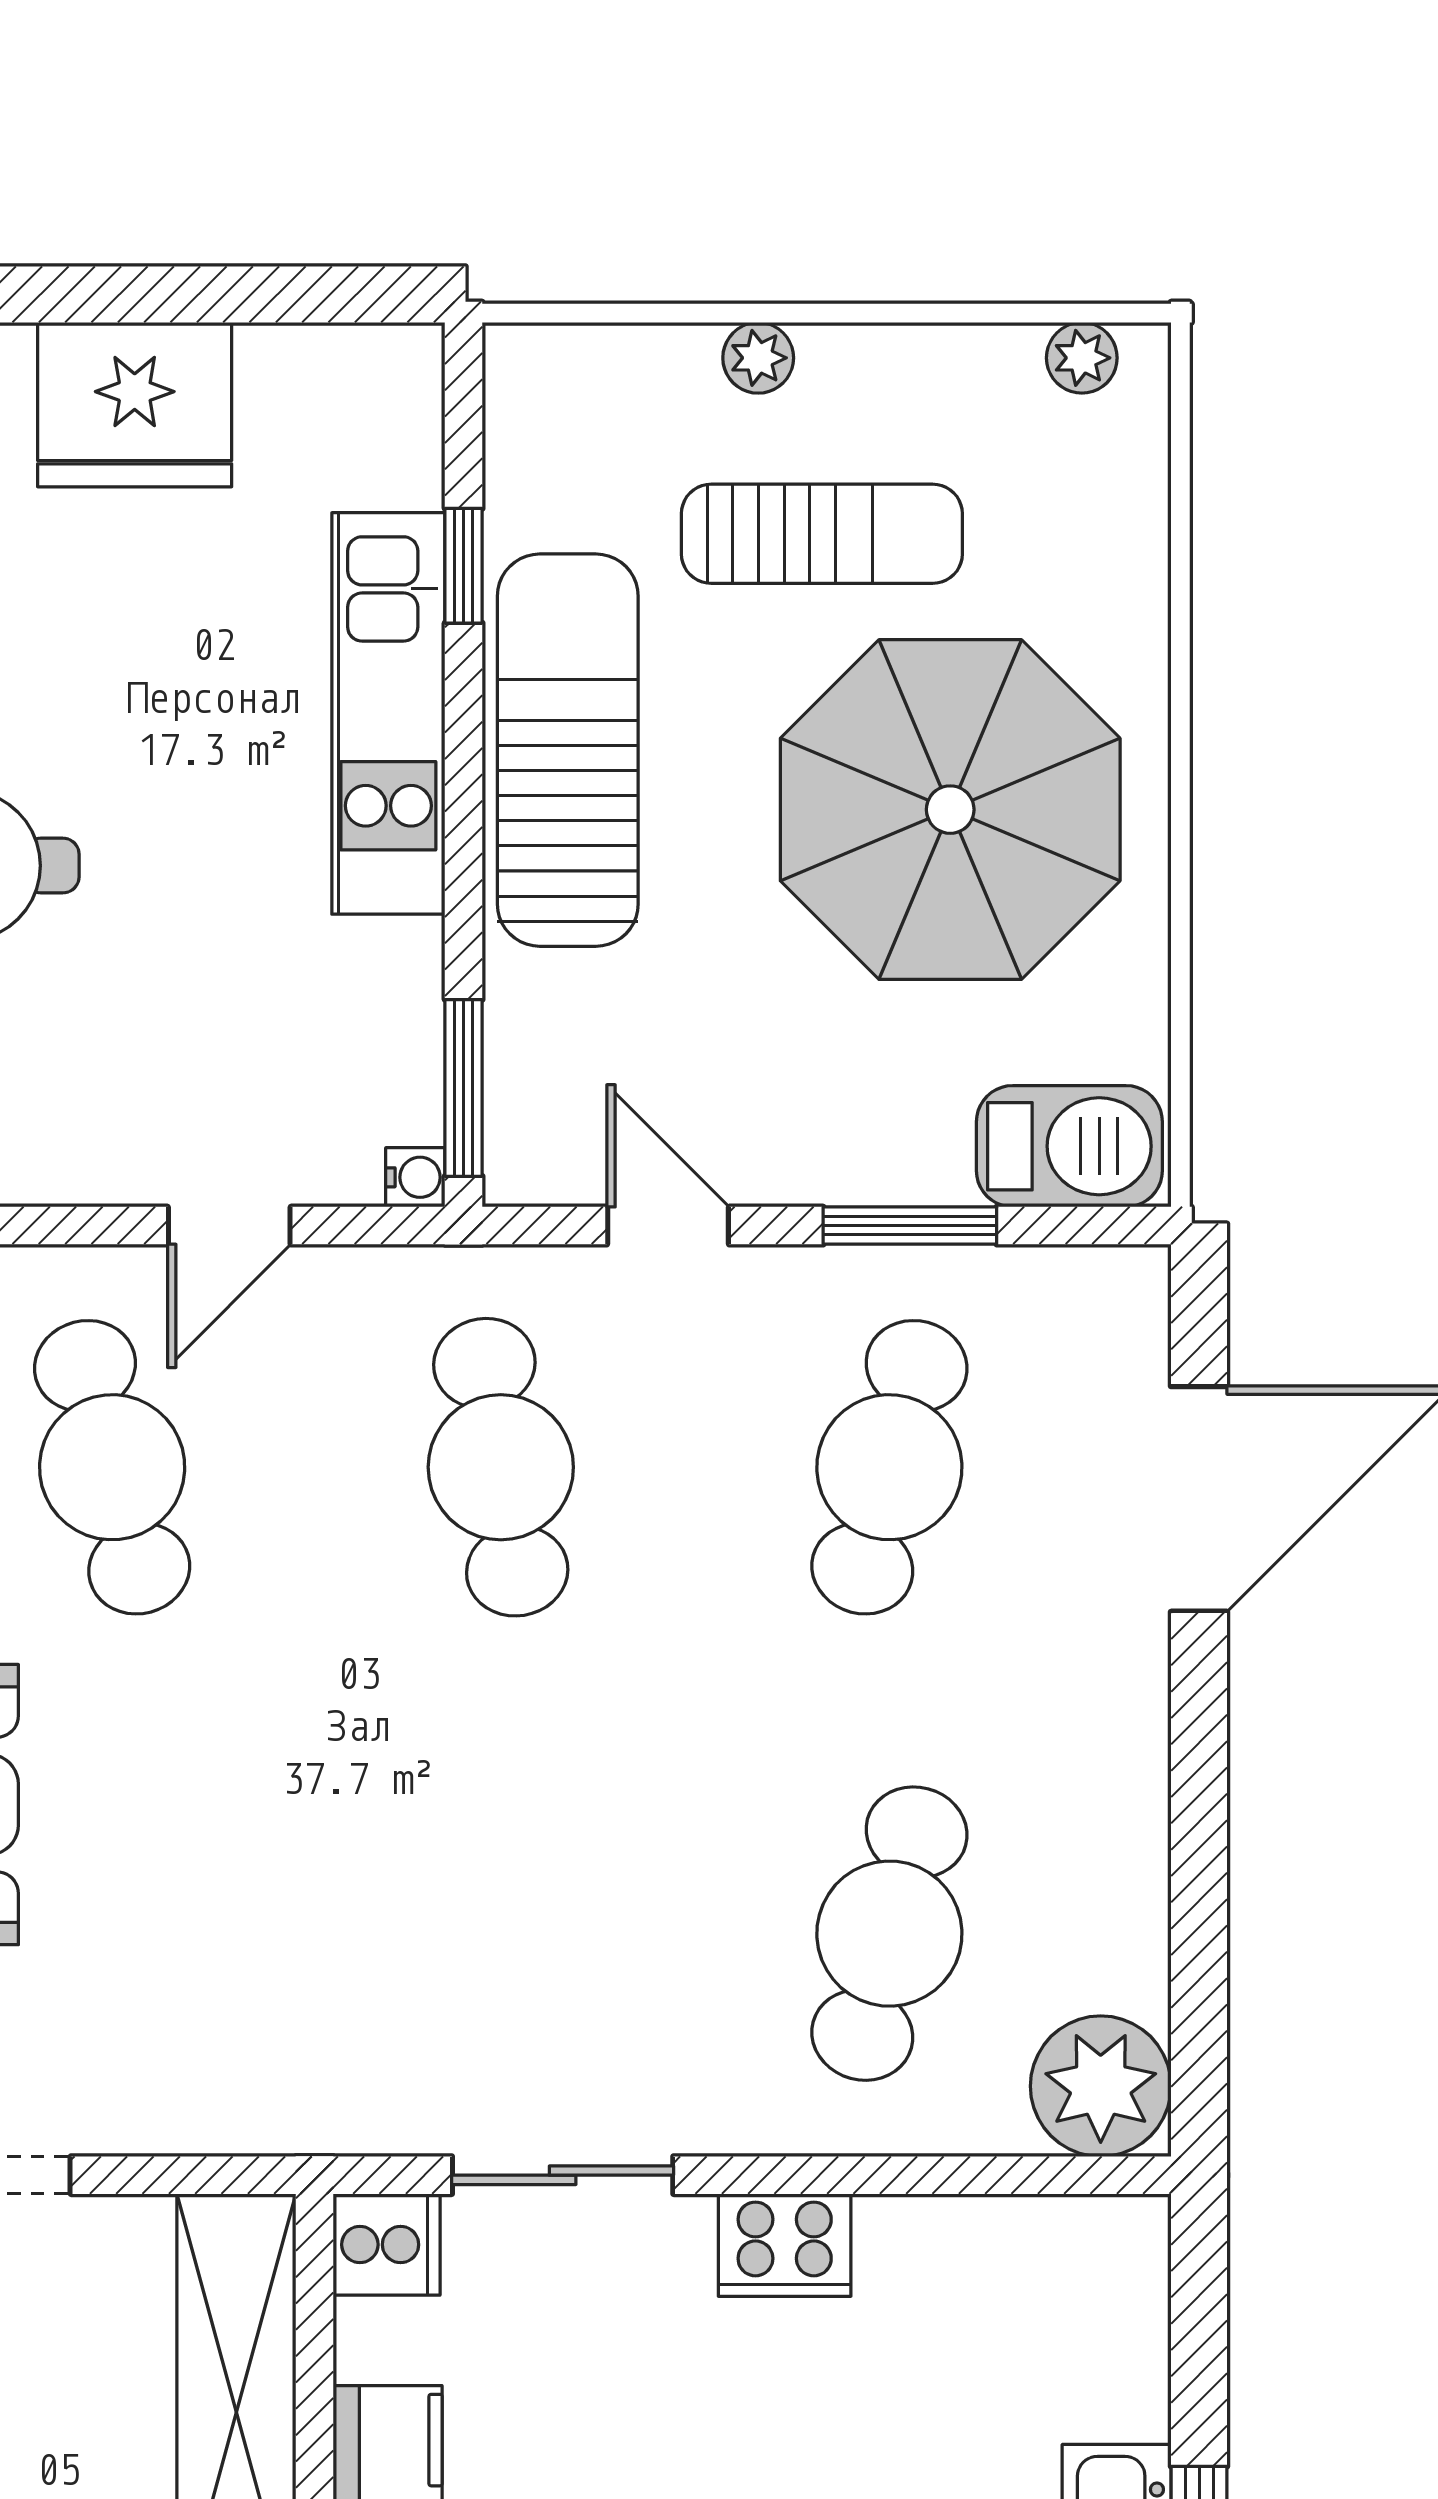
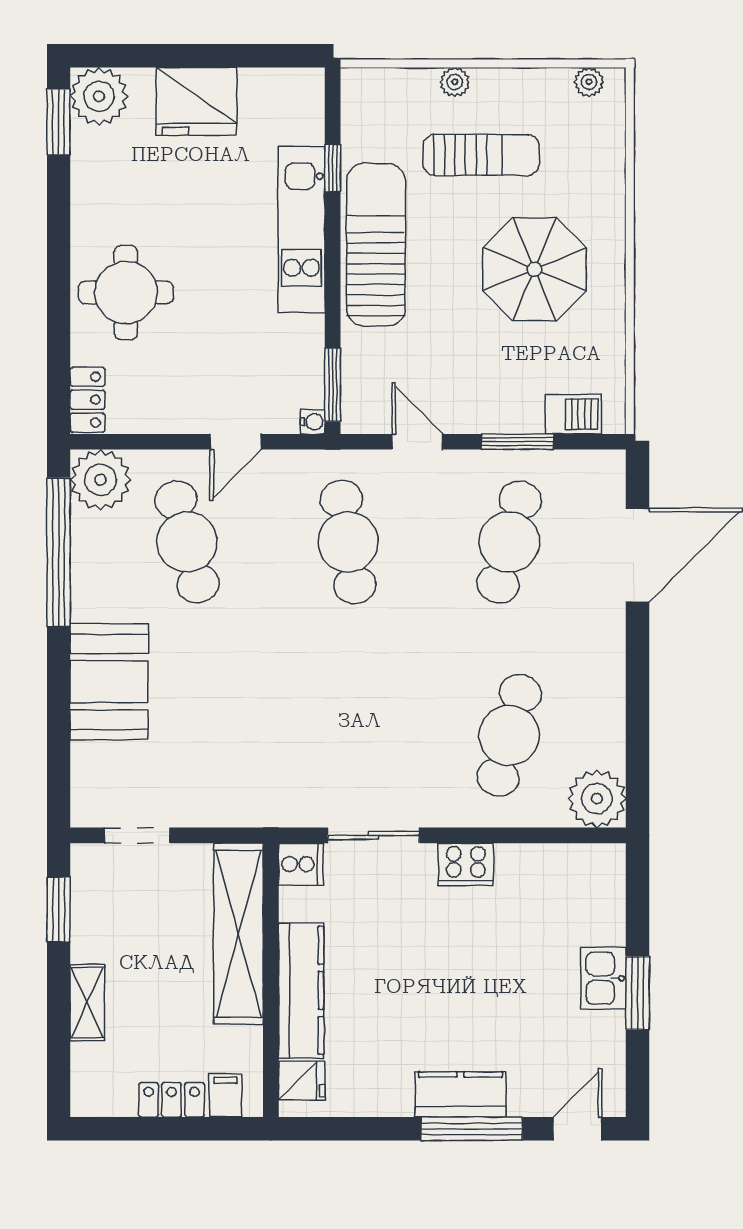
parasol: (950, 810) -> (534, 269), width x0.73, depth x0.73
barbecue: (1069, 1146) -> (573, 414), width x0.73, depth x0.79

